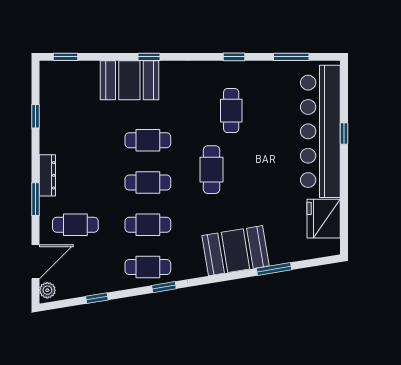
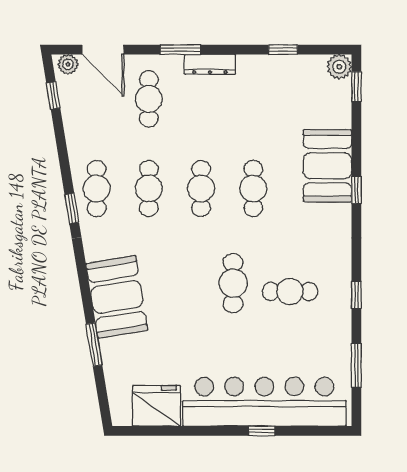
plant: (49, 71) -> (339, 67), added
cafe table: (212, 170) -> (233, 283), moved, turned 90
window: (97, 298) -> (53, 96), moved

